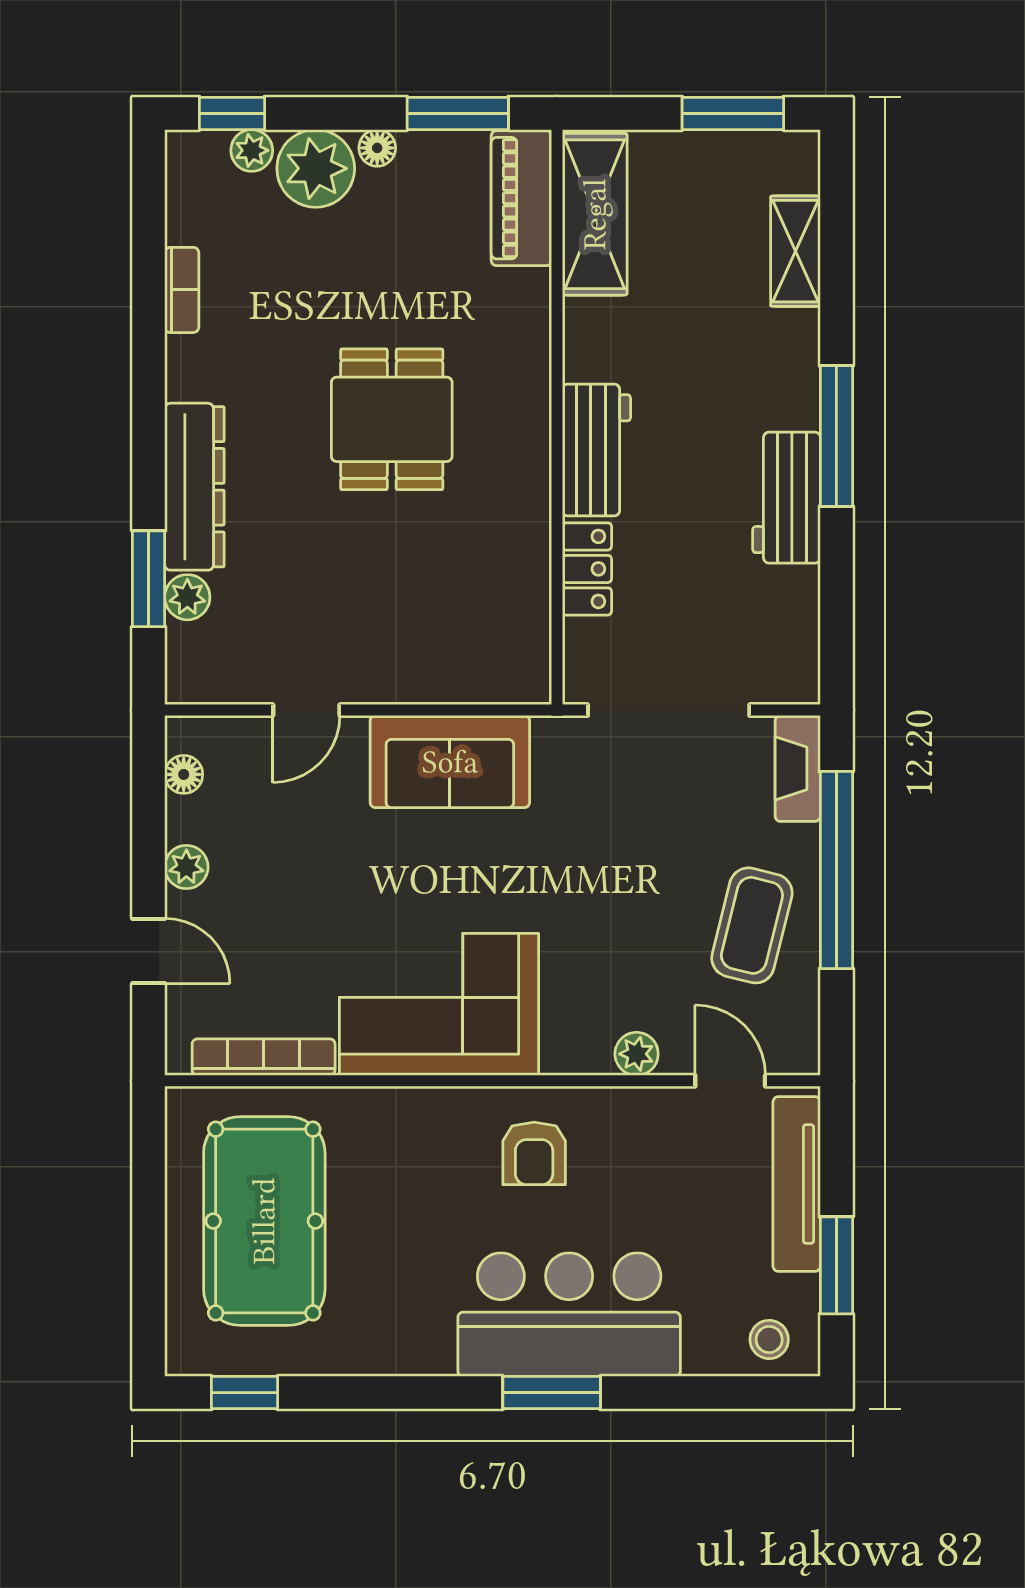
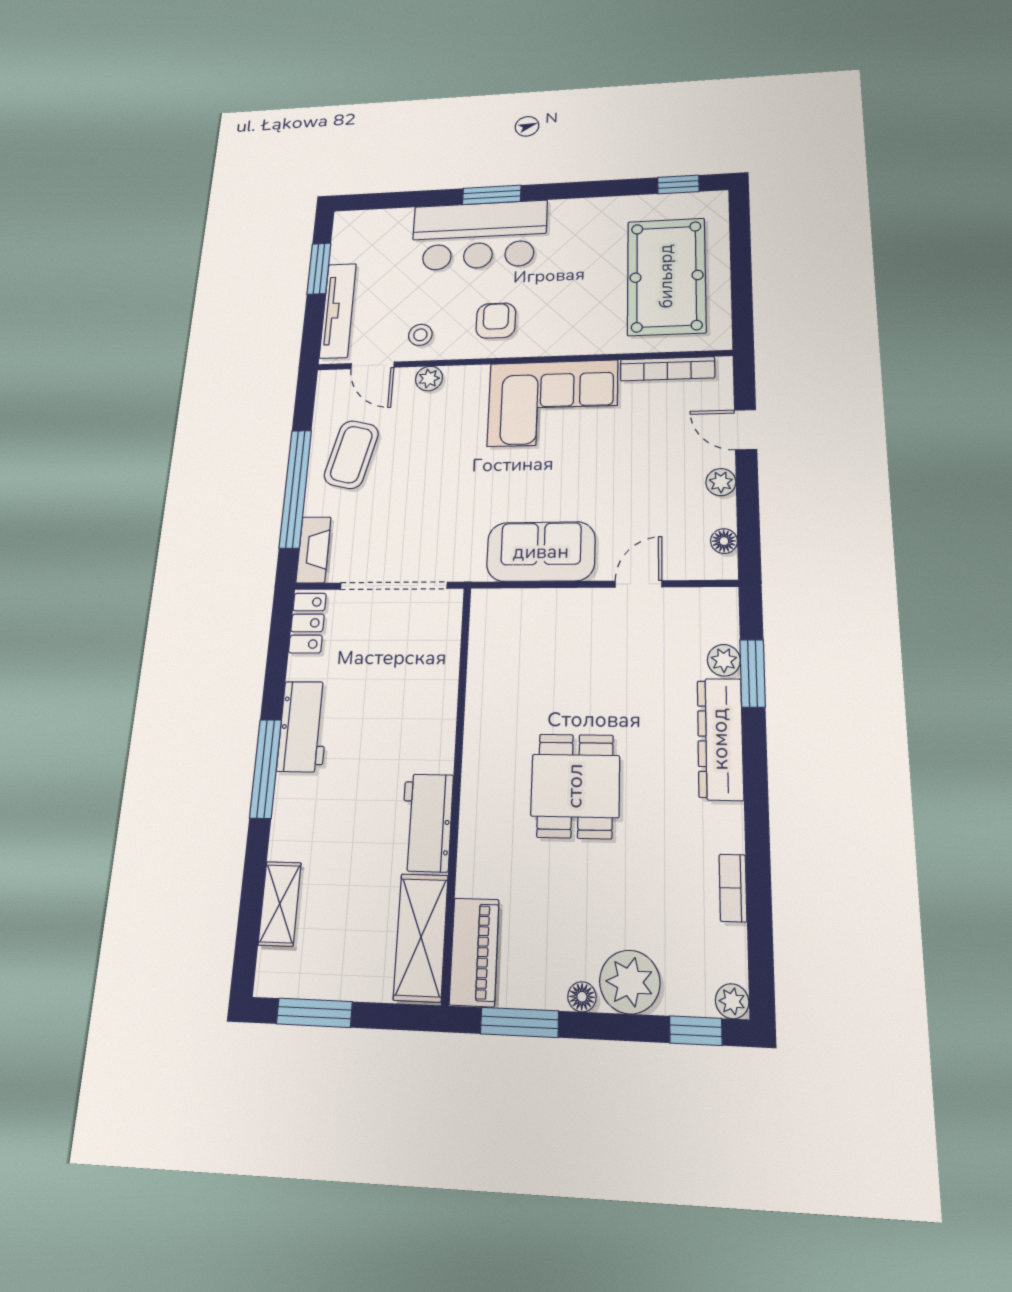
plant: (252, 150) -> (732, 1001), moved
workbench: (596, 450) -> (427, 822), moved
locker: (587, 569) -> (307, 623), moved, turned 180
stool: (769, 1340) -> (420, 335), moved

